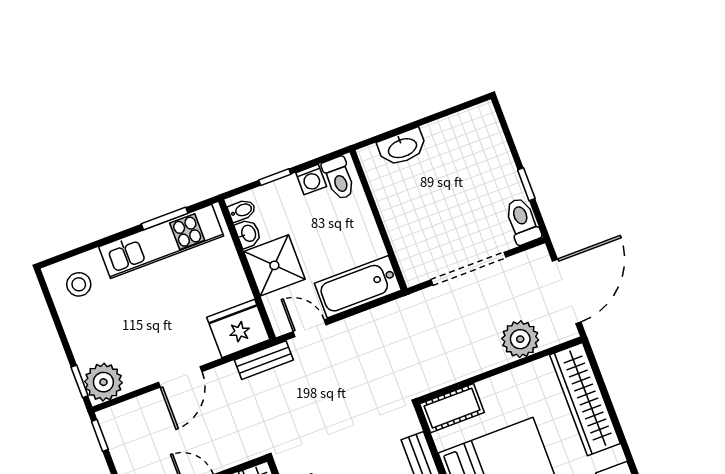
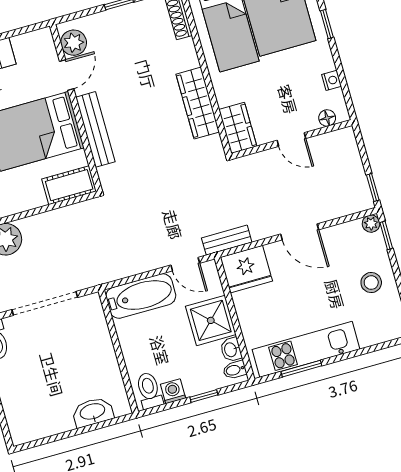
stool: (79, 284) -> (371, 283), moved
door: (180, 377) -> (300, 232), swing flipped
plant: (103, 382) -> (371, 224), width x0.53, depth x0.53

